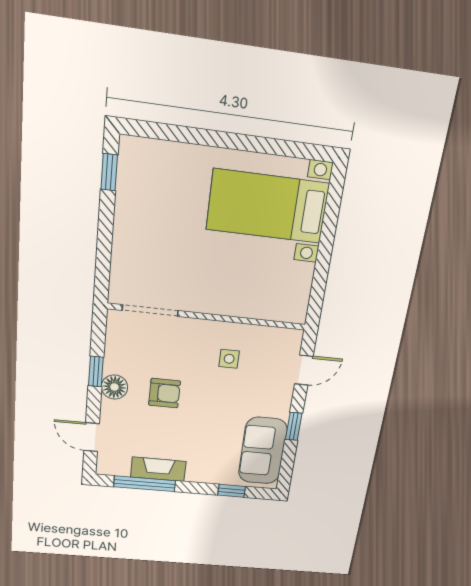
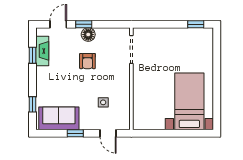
side table: (229, 359) -> (103, 102), moved
window: (96, 372) -> (84, 24), moved
fireplace: (158, 469) -> (42, 51), moved
window: (145, 484) -> (33, 55), width x0.46

